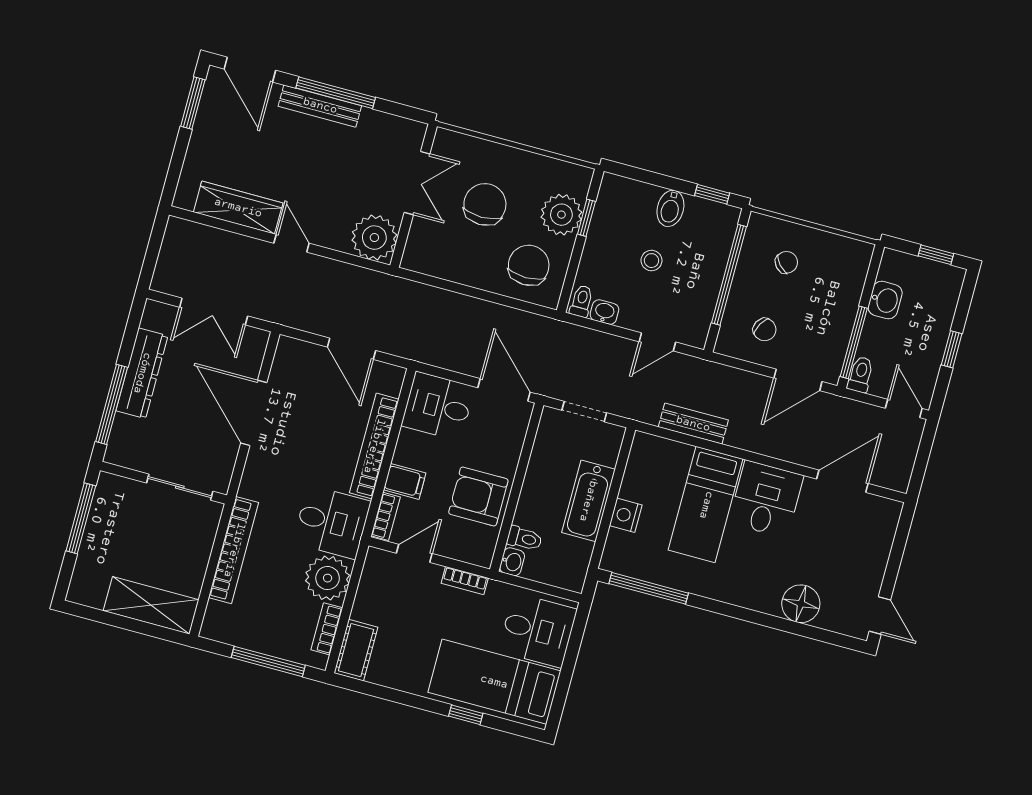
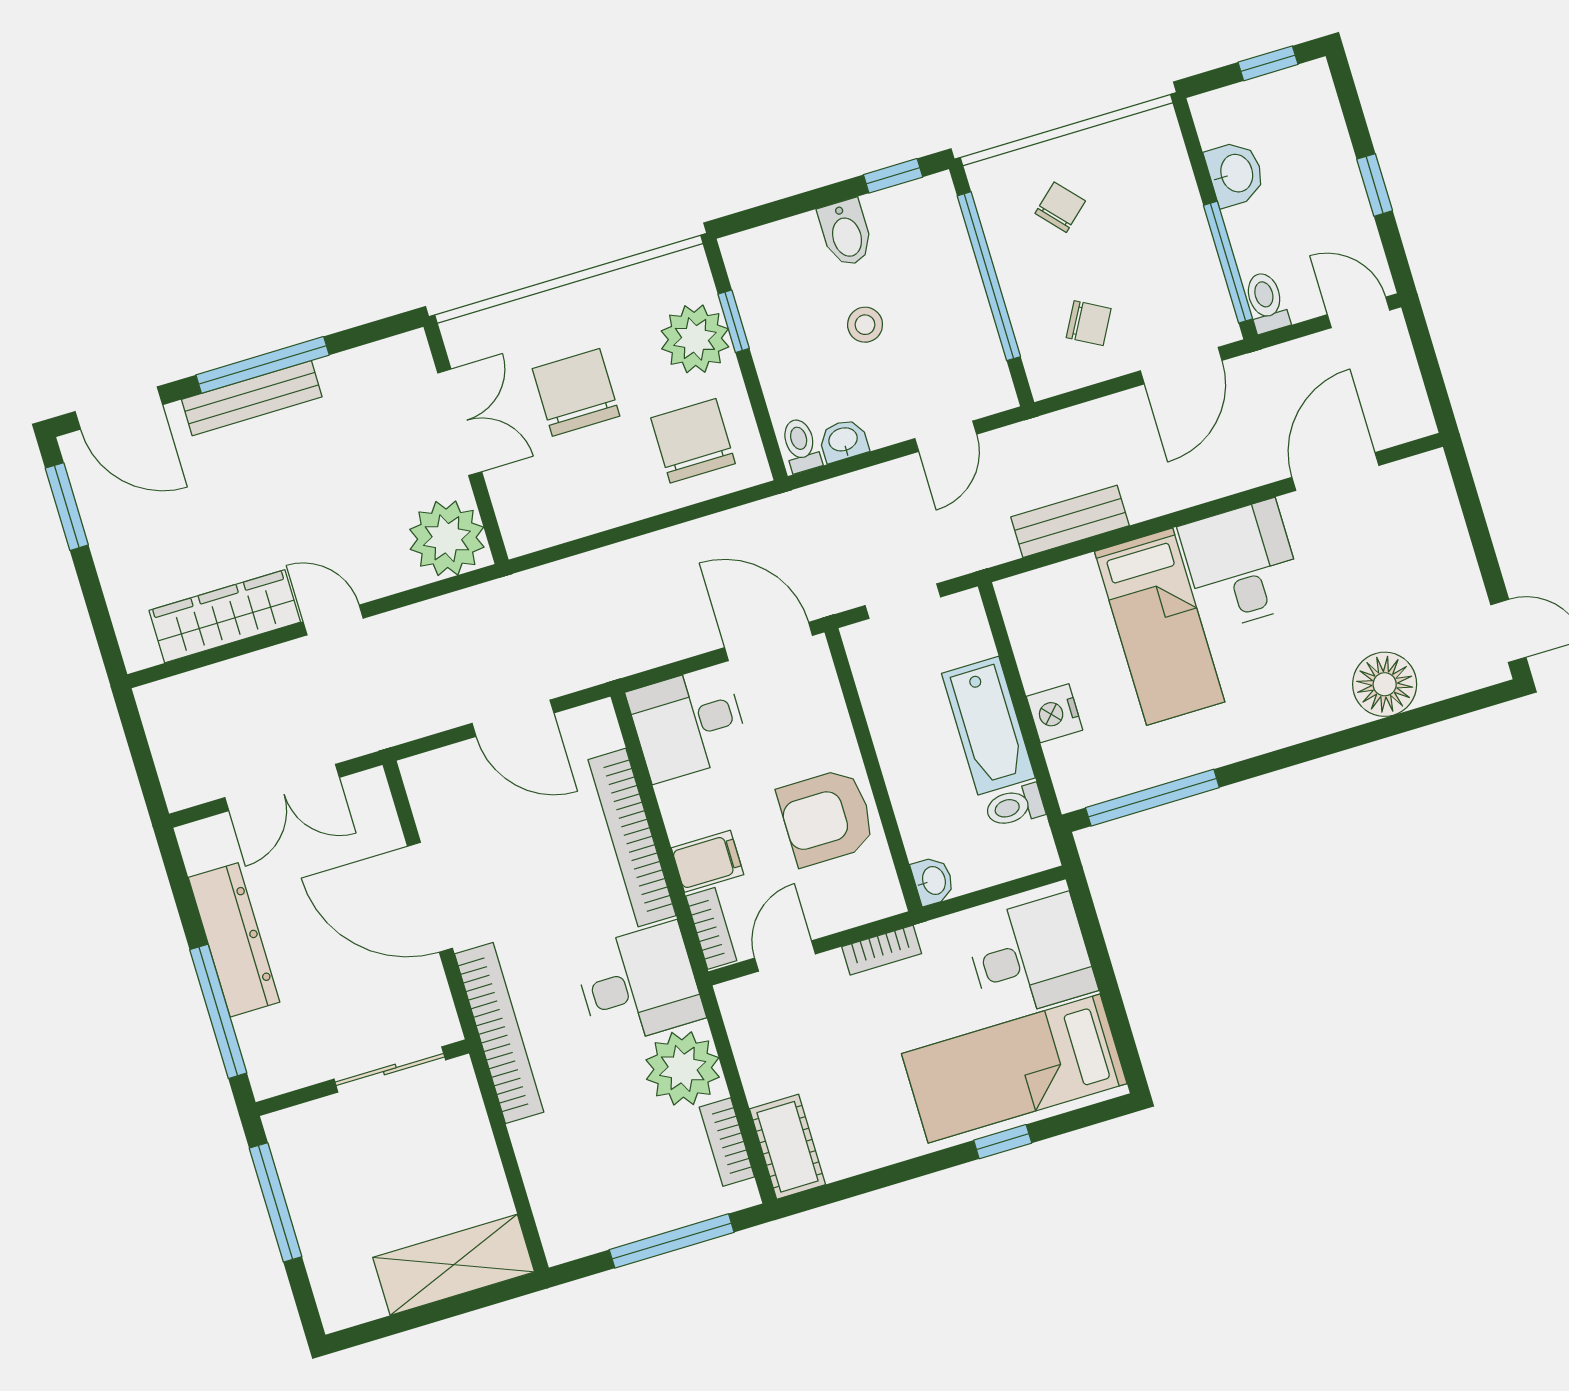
toilet: (524, 539) -> (1015, 806), moved, turned 180
bookcase: (234, 550) -> (499, 1033), moved

